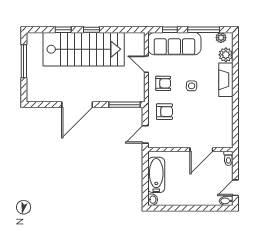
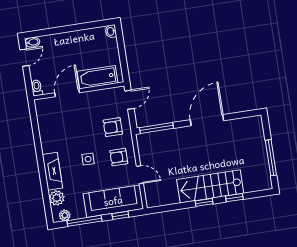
stairs: (84, 49) -> (210, 186), width x0.73, depth x0.66
bathtub: (156, 175) -> (97, 77), moved, turned 90

